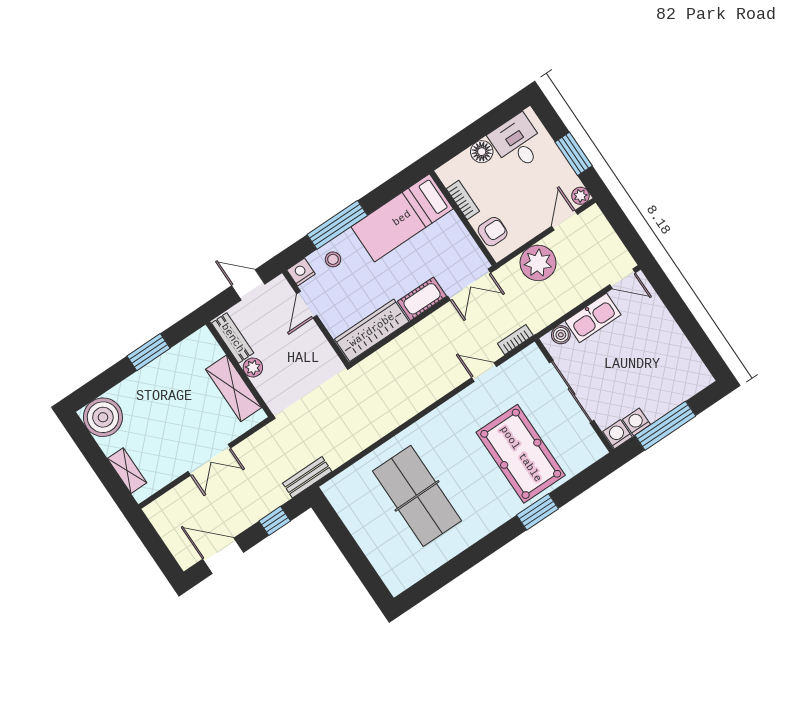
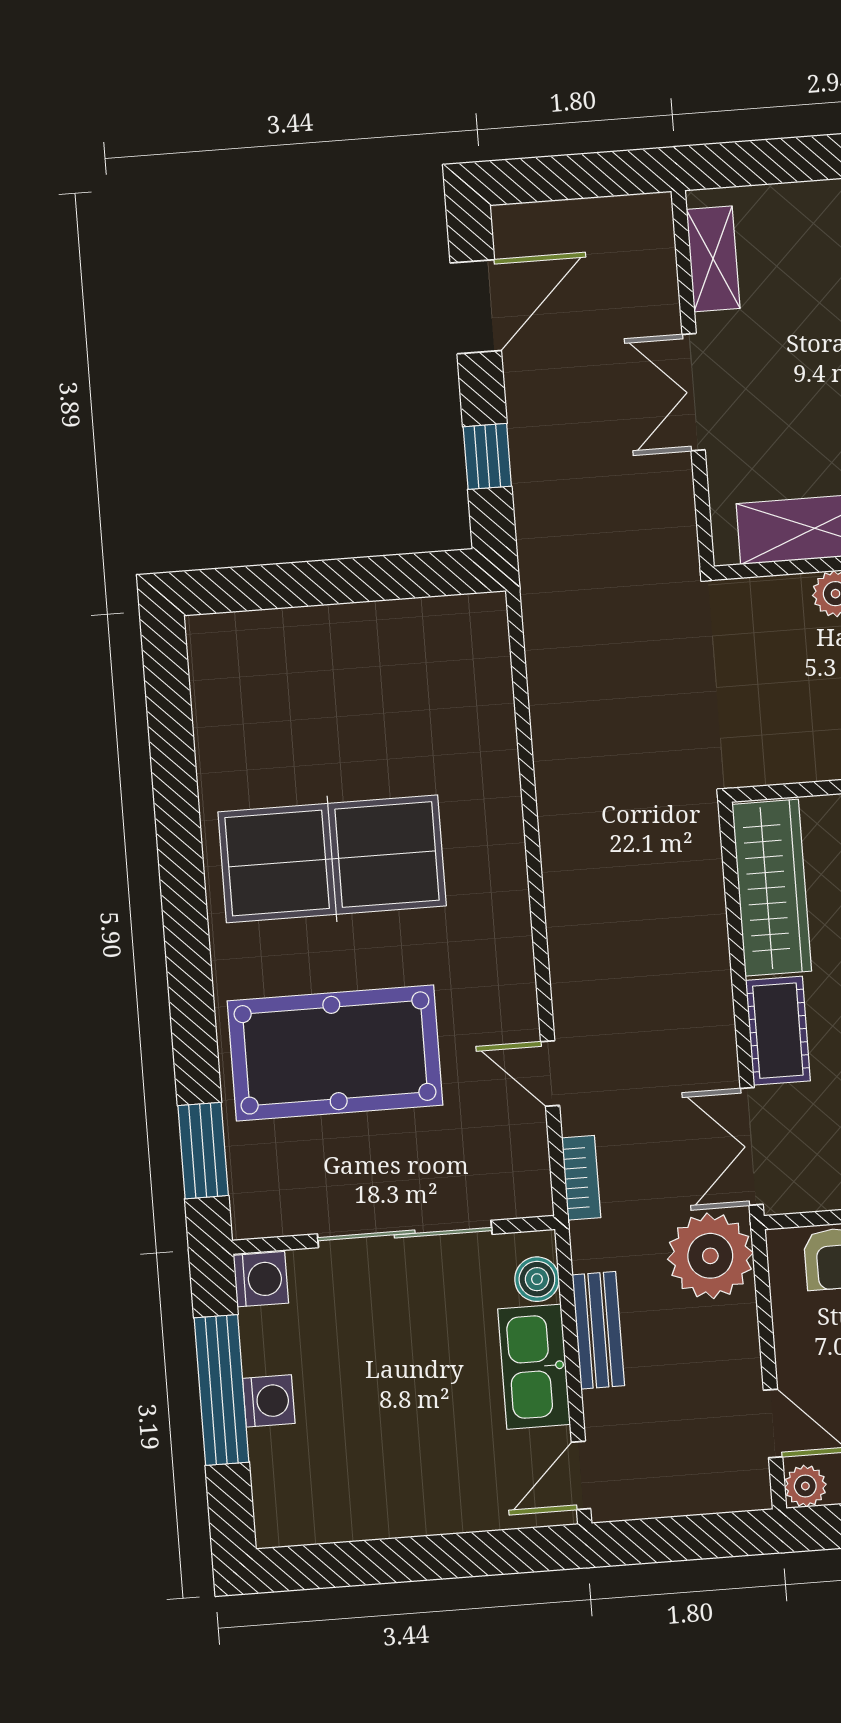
plant: (538, 263) -> (710, 1256), moved
door: (484, 372) -> (550, 1074), swing flipped
washing machine: (637, 422) -> (269, 1401), moved
shelving: (127, 471) -> (713, 259), moved, turned 90
bench: (307, 477) -> (598, 1330), moved
table tennis table: (417, 496) -> (332, 859), moved
window: (538, 512) -> (203, 1151), moved

